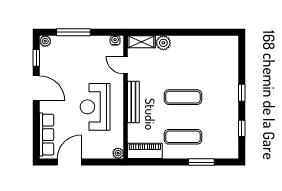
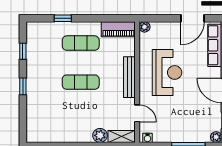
window: (201, 162) -> (63, 18), width x0.67

